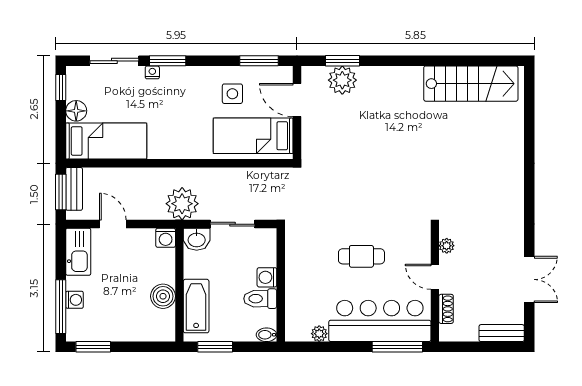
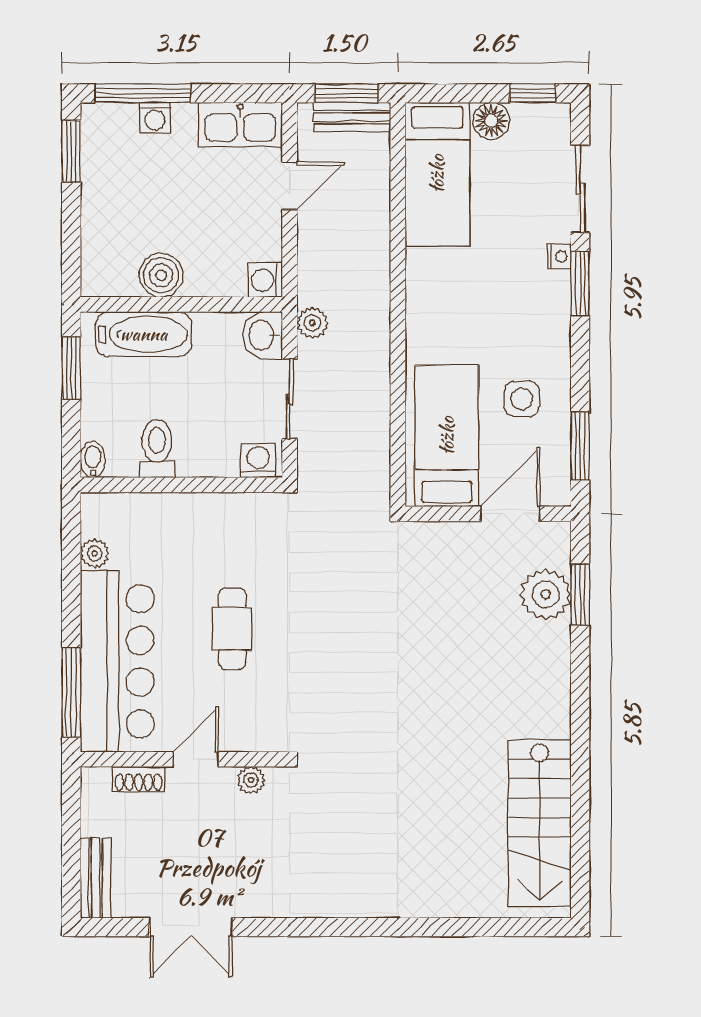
plant: (182, 204) -> (312, 323), width x0.53, depth x0.53
washing machine: (267, 277) -> (258, 460), moved

